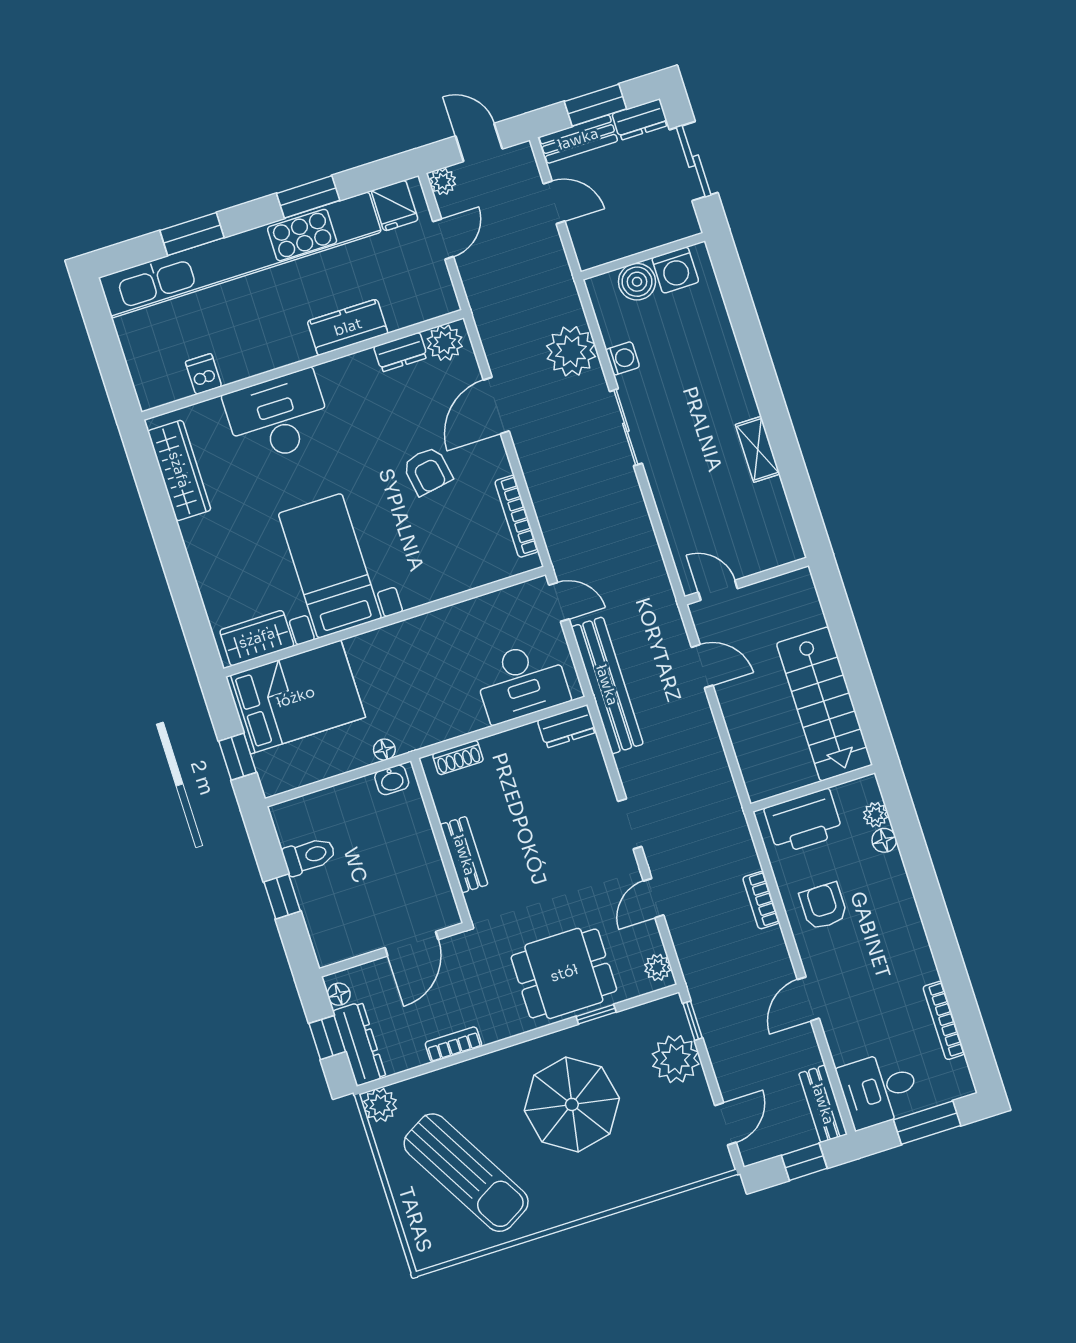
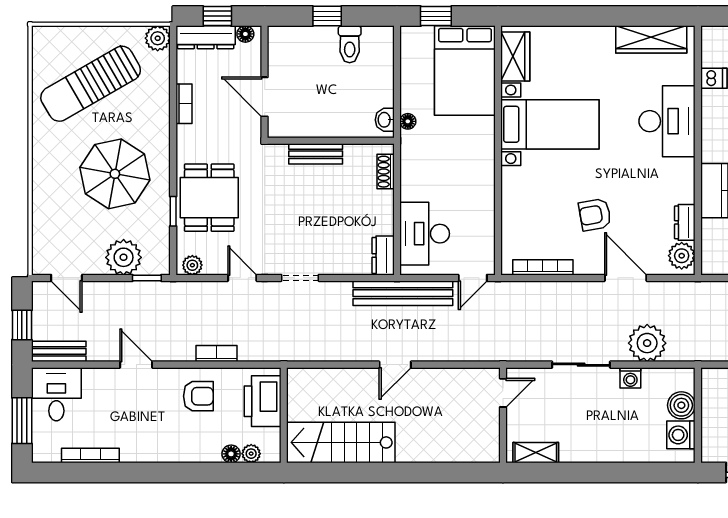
wall: (747, 581) -> (503, 415), moved
door: (718, 590) -> (503, 393), moved

